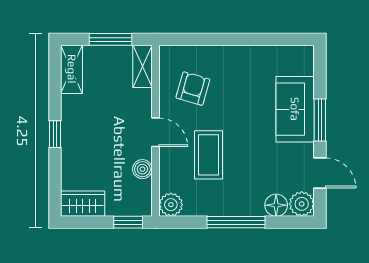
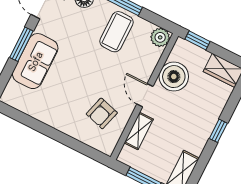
shelving: (142, 66) -> (139, 131), moved
coffee table: (208, 155) -> (116, 32), moved
boiler: (142, 169) -> (174, 77), width x1.86, depth x1.86

